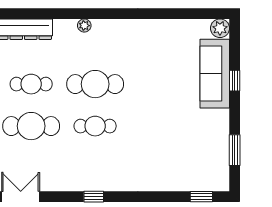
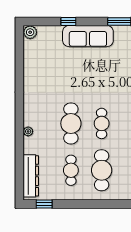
sofa: (215, 74) -> (88, 36), moved

